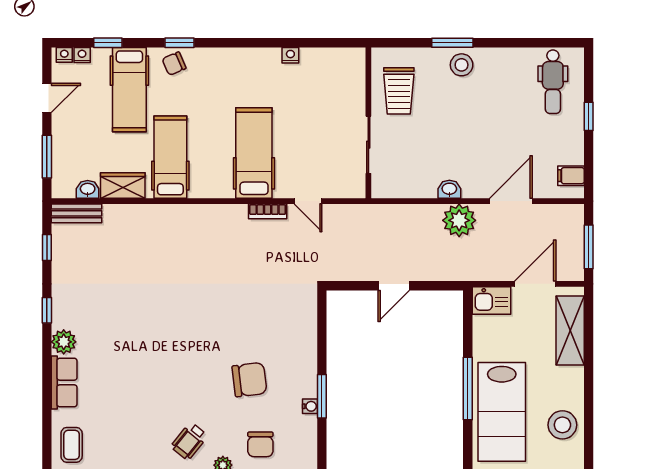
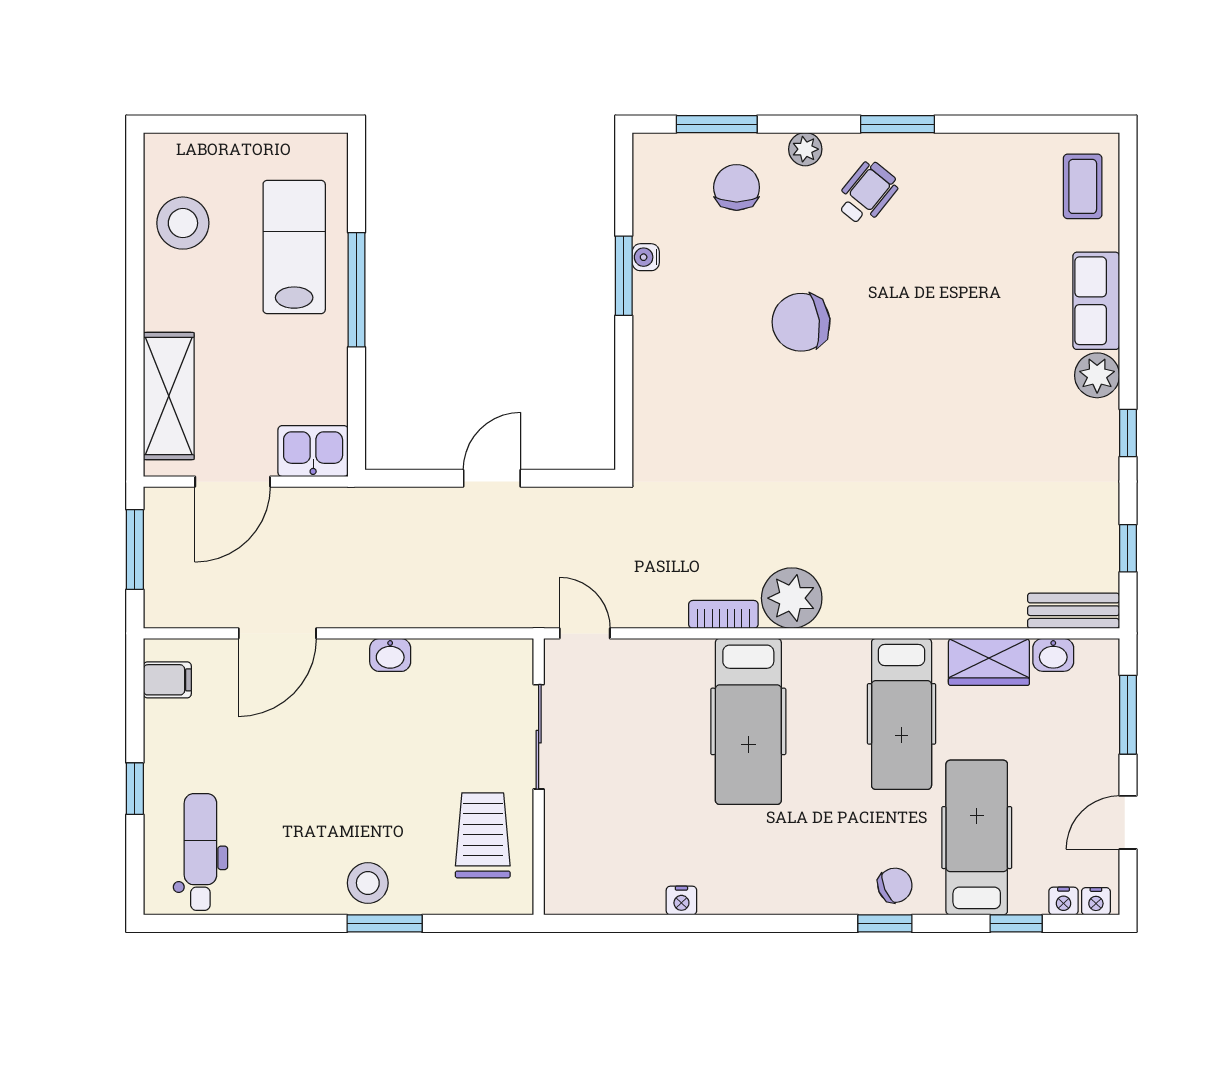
door: (308, 201) -> (585, 633), moved
plant: (459, 220) -> (792, 598), moved
chair: (249, 380) -> (801, 322), moved
lab bench: (502, 412) -> (294, 247), width x0.73, depth x0.72

